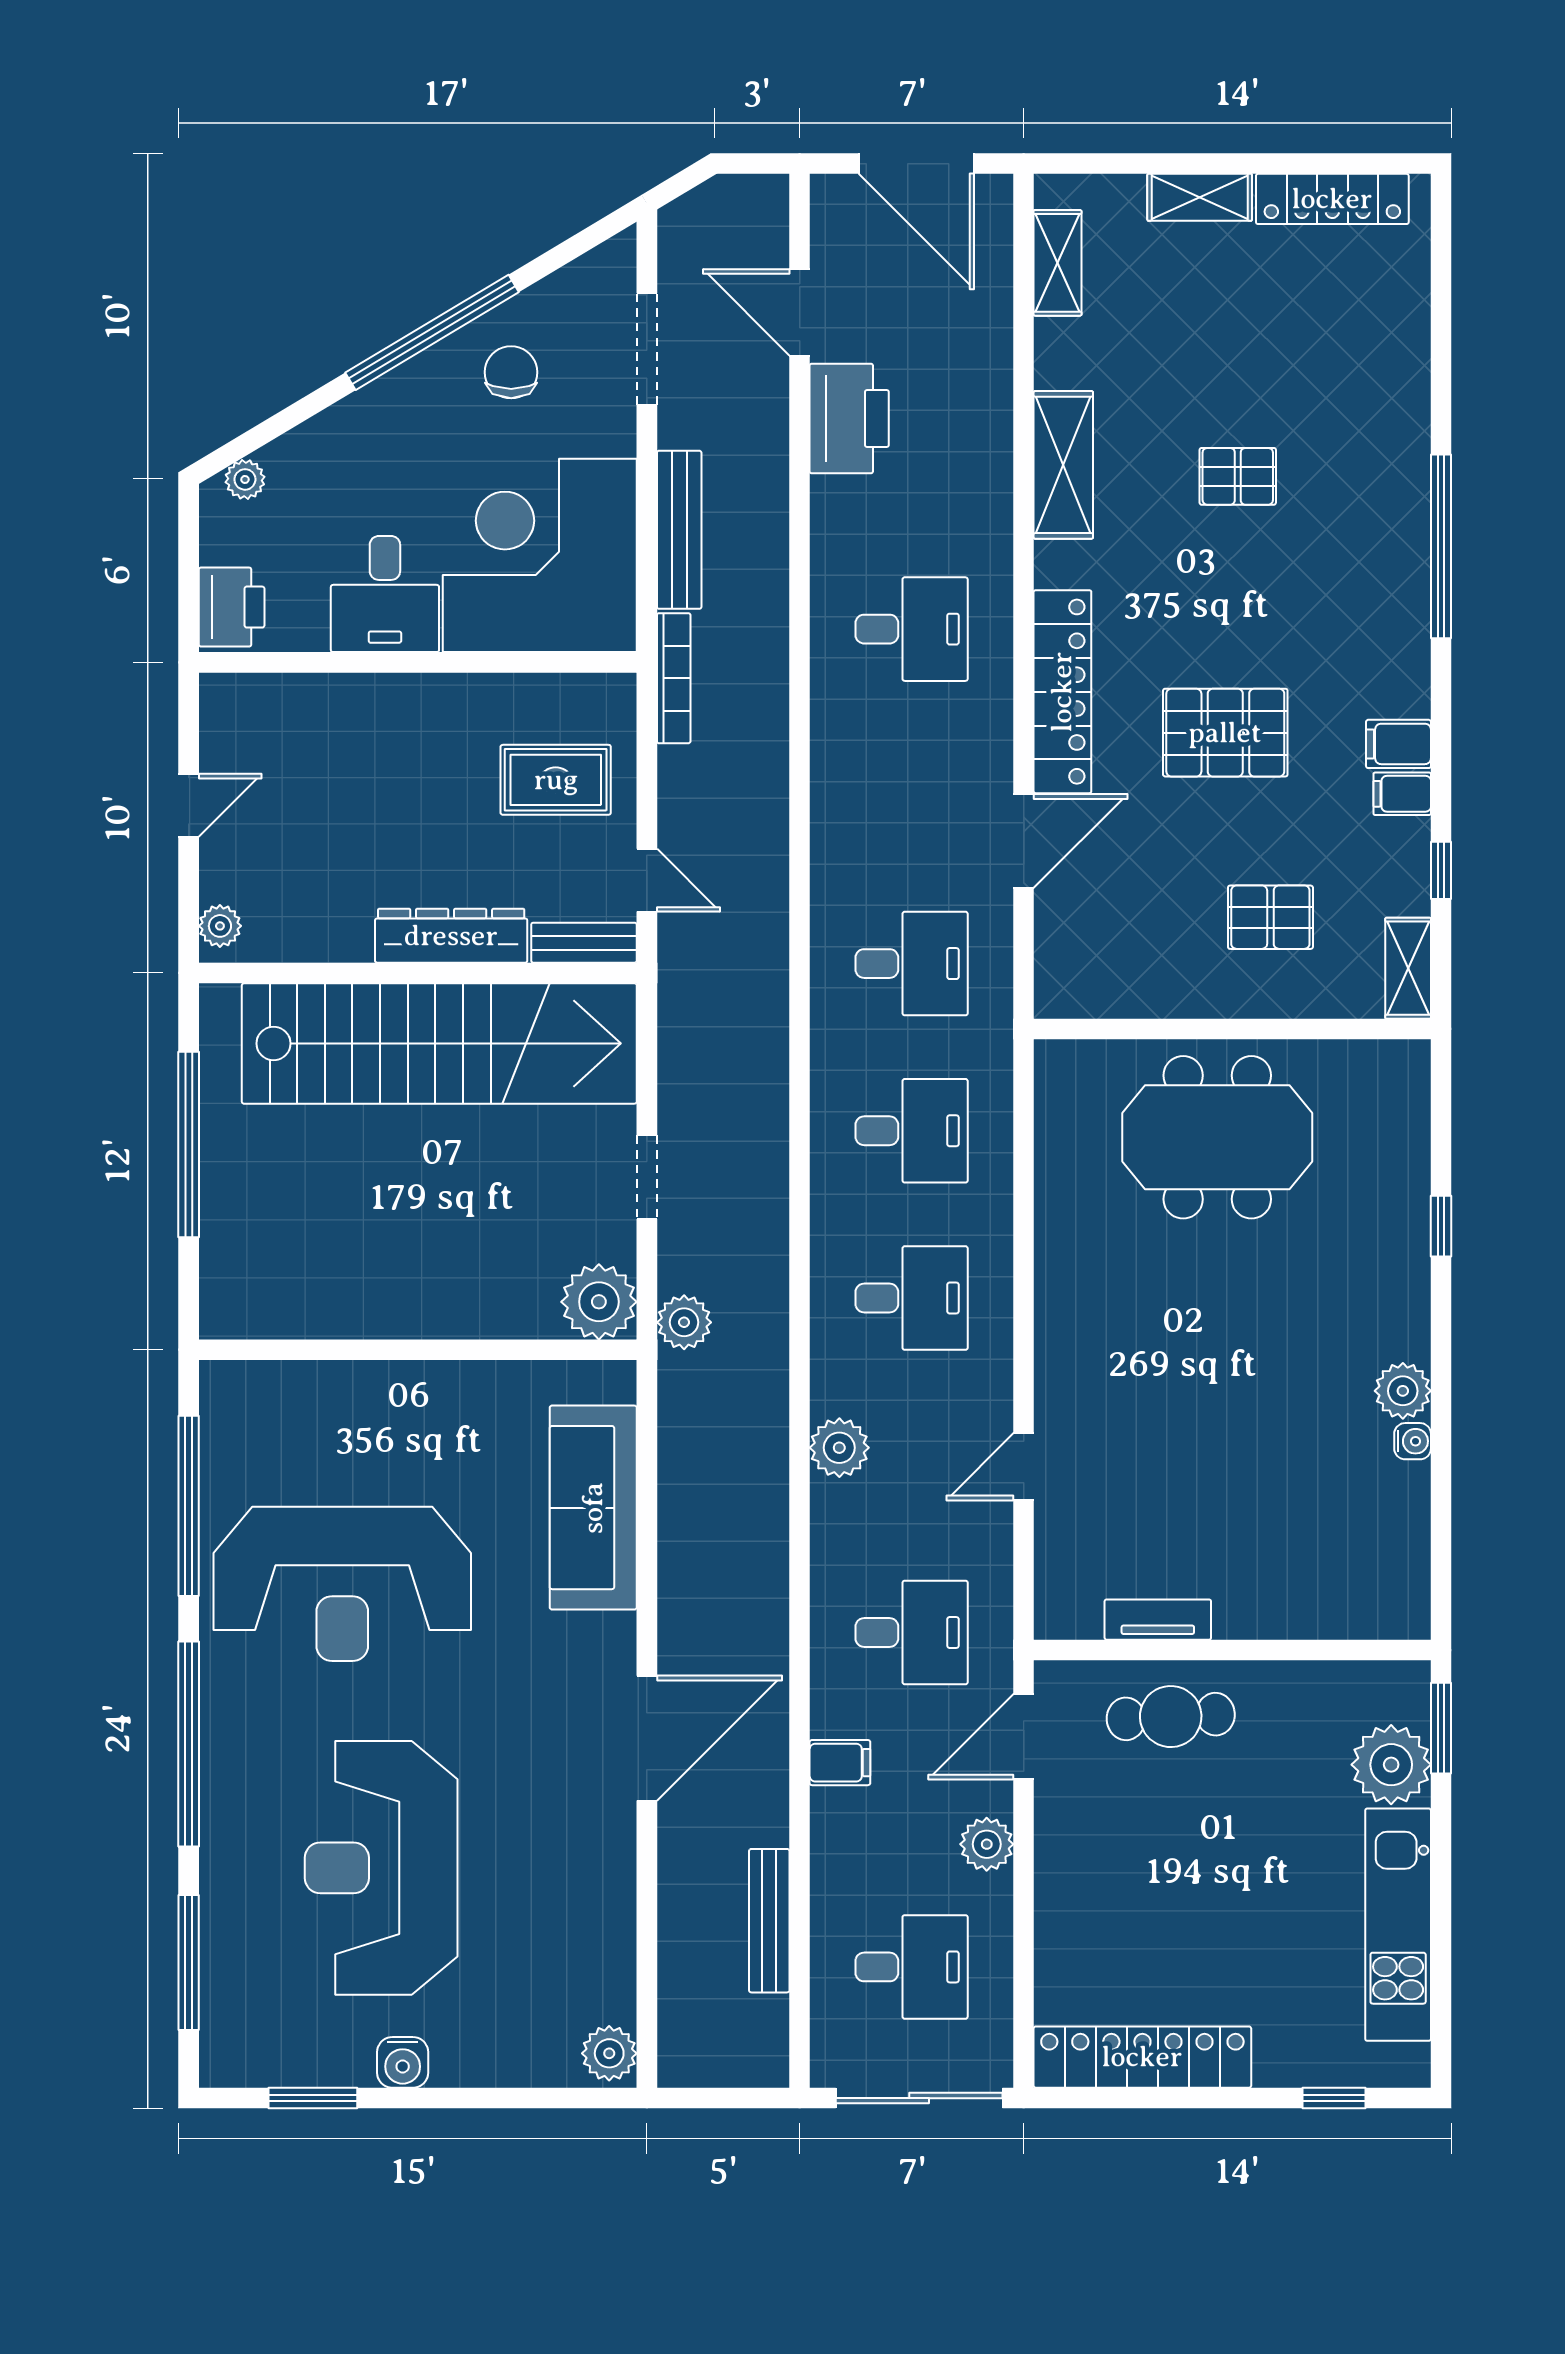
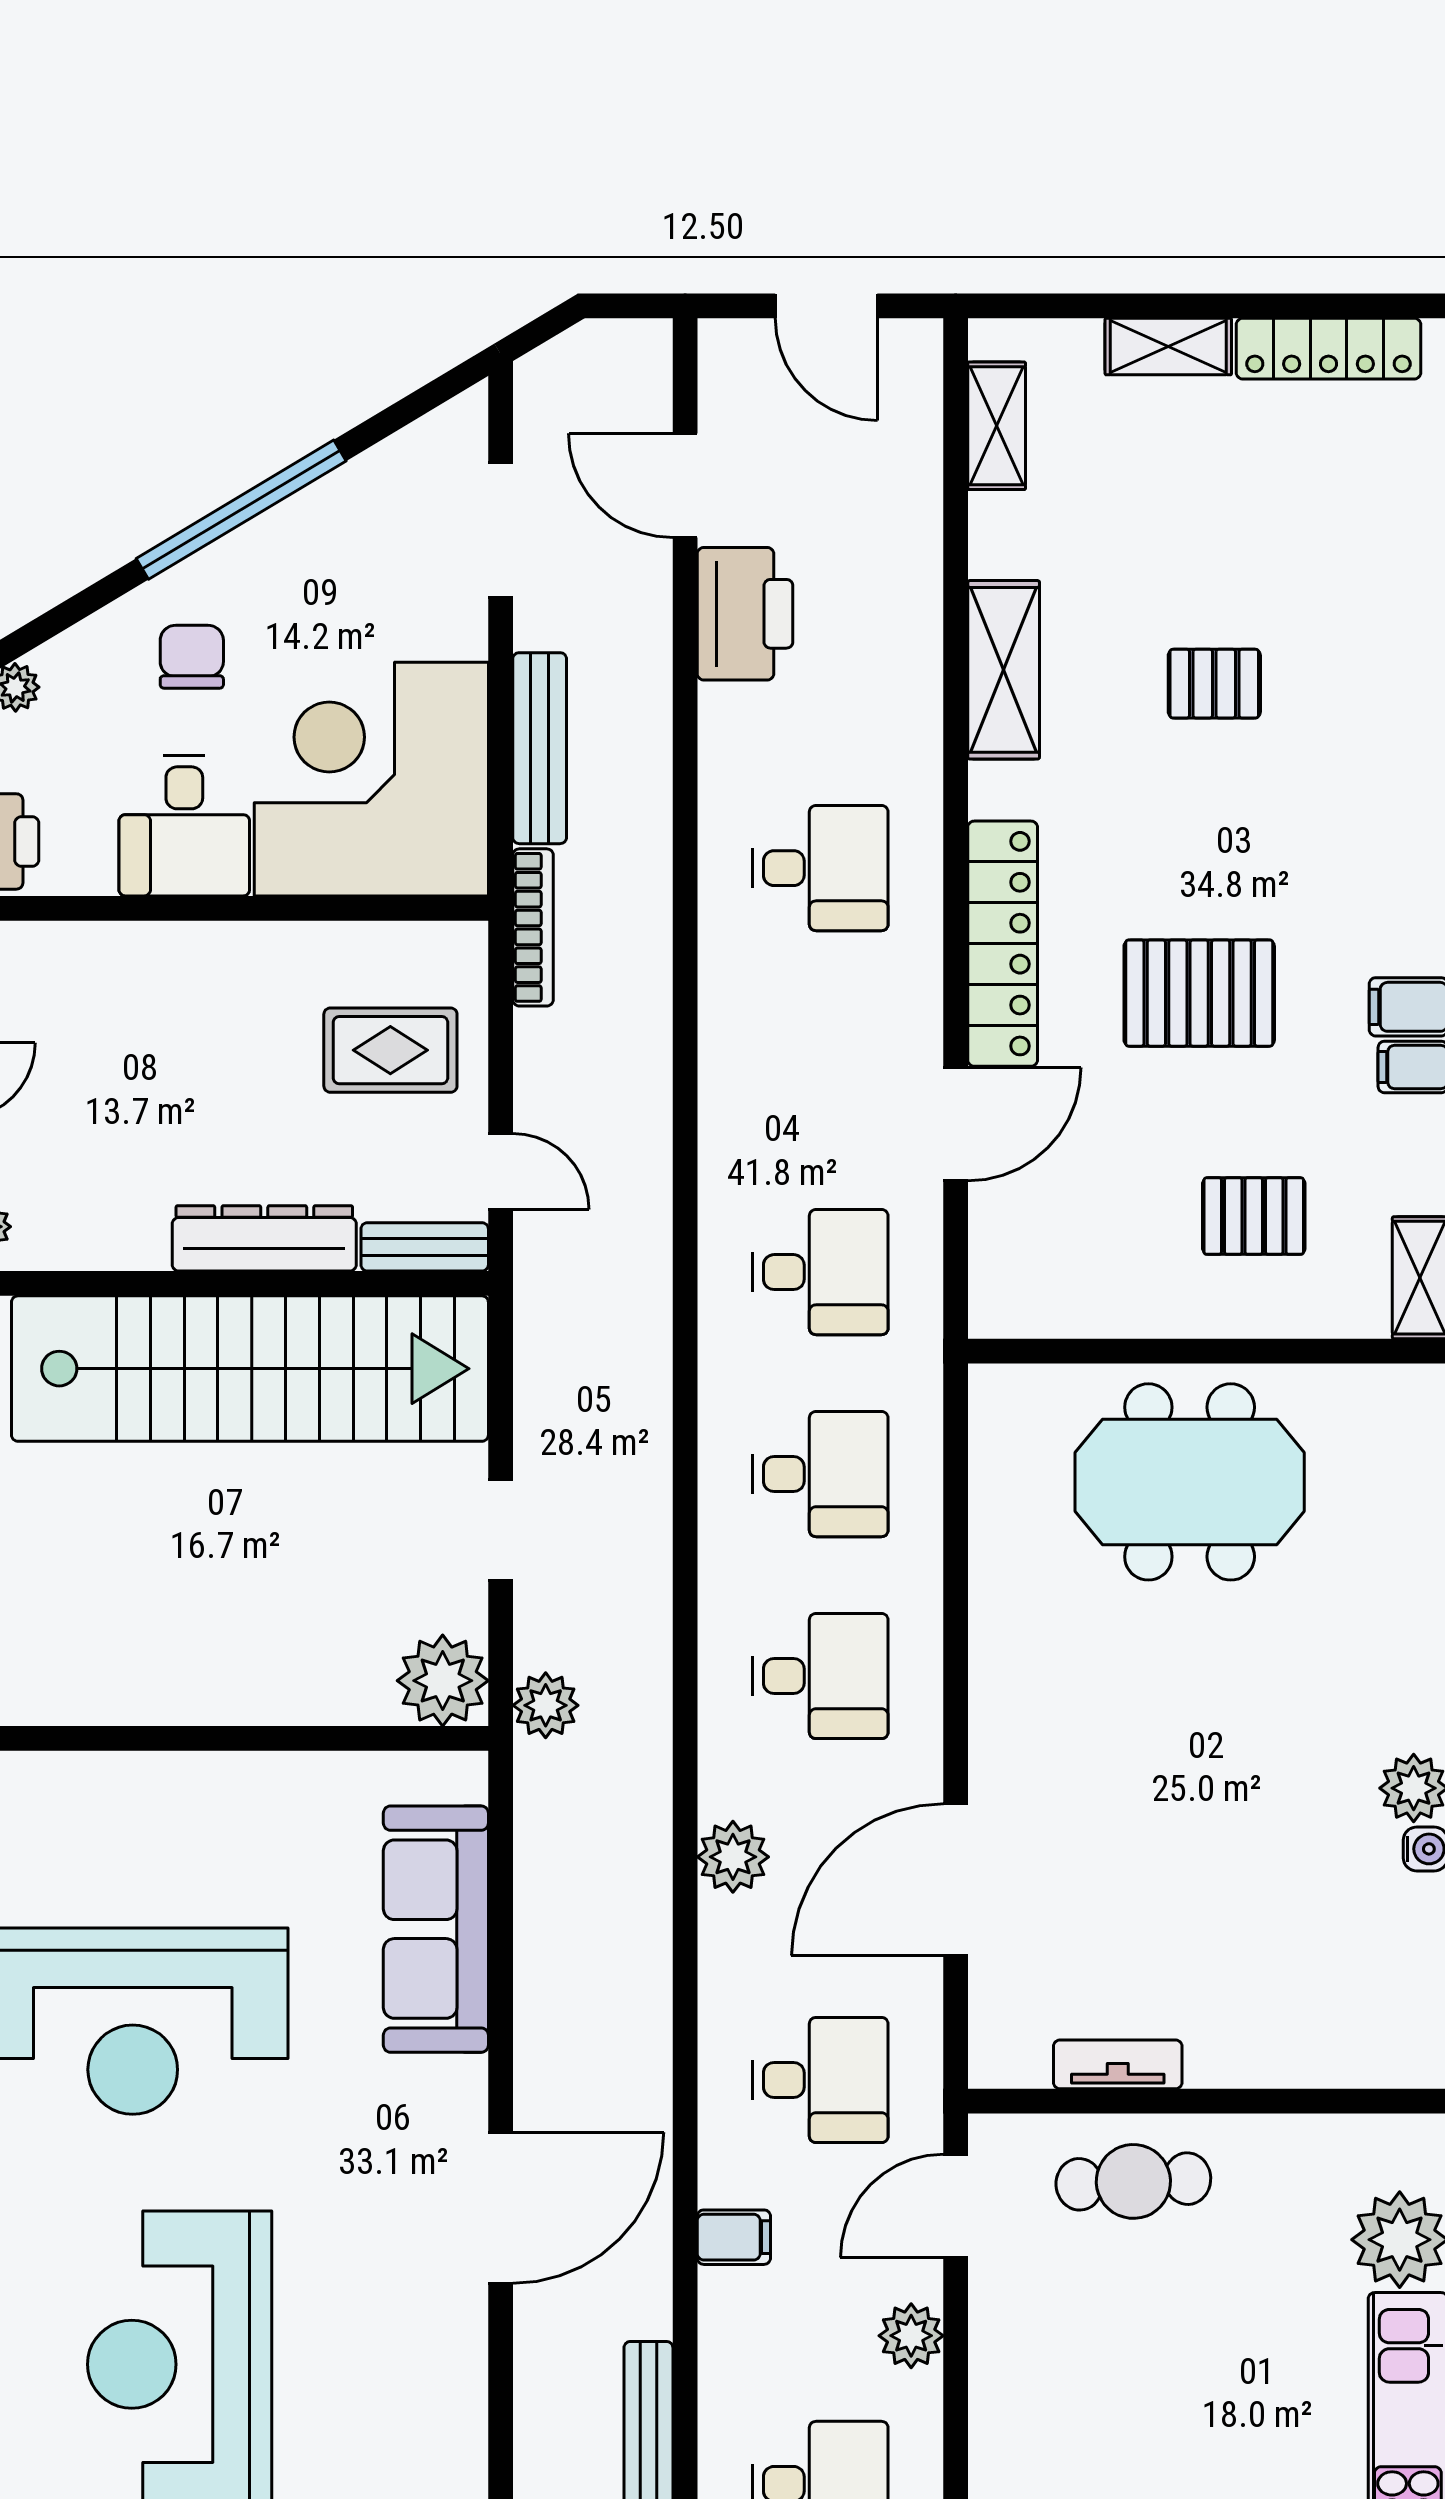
door: (916, 164) -> (826, 306), width x0.73
chair: (511, 372) -> (192, 657), moved
door: (1024, 1467) -> (956, 1880), width x1.87

